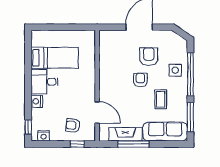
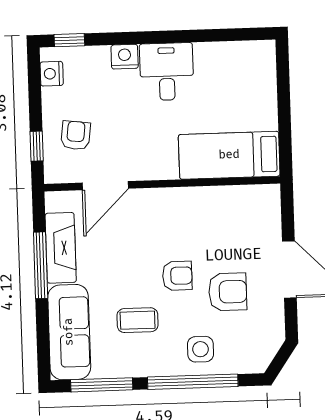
bed: (55, 58) -> (229, 155), moved, turned 90

